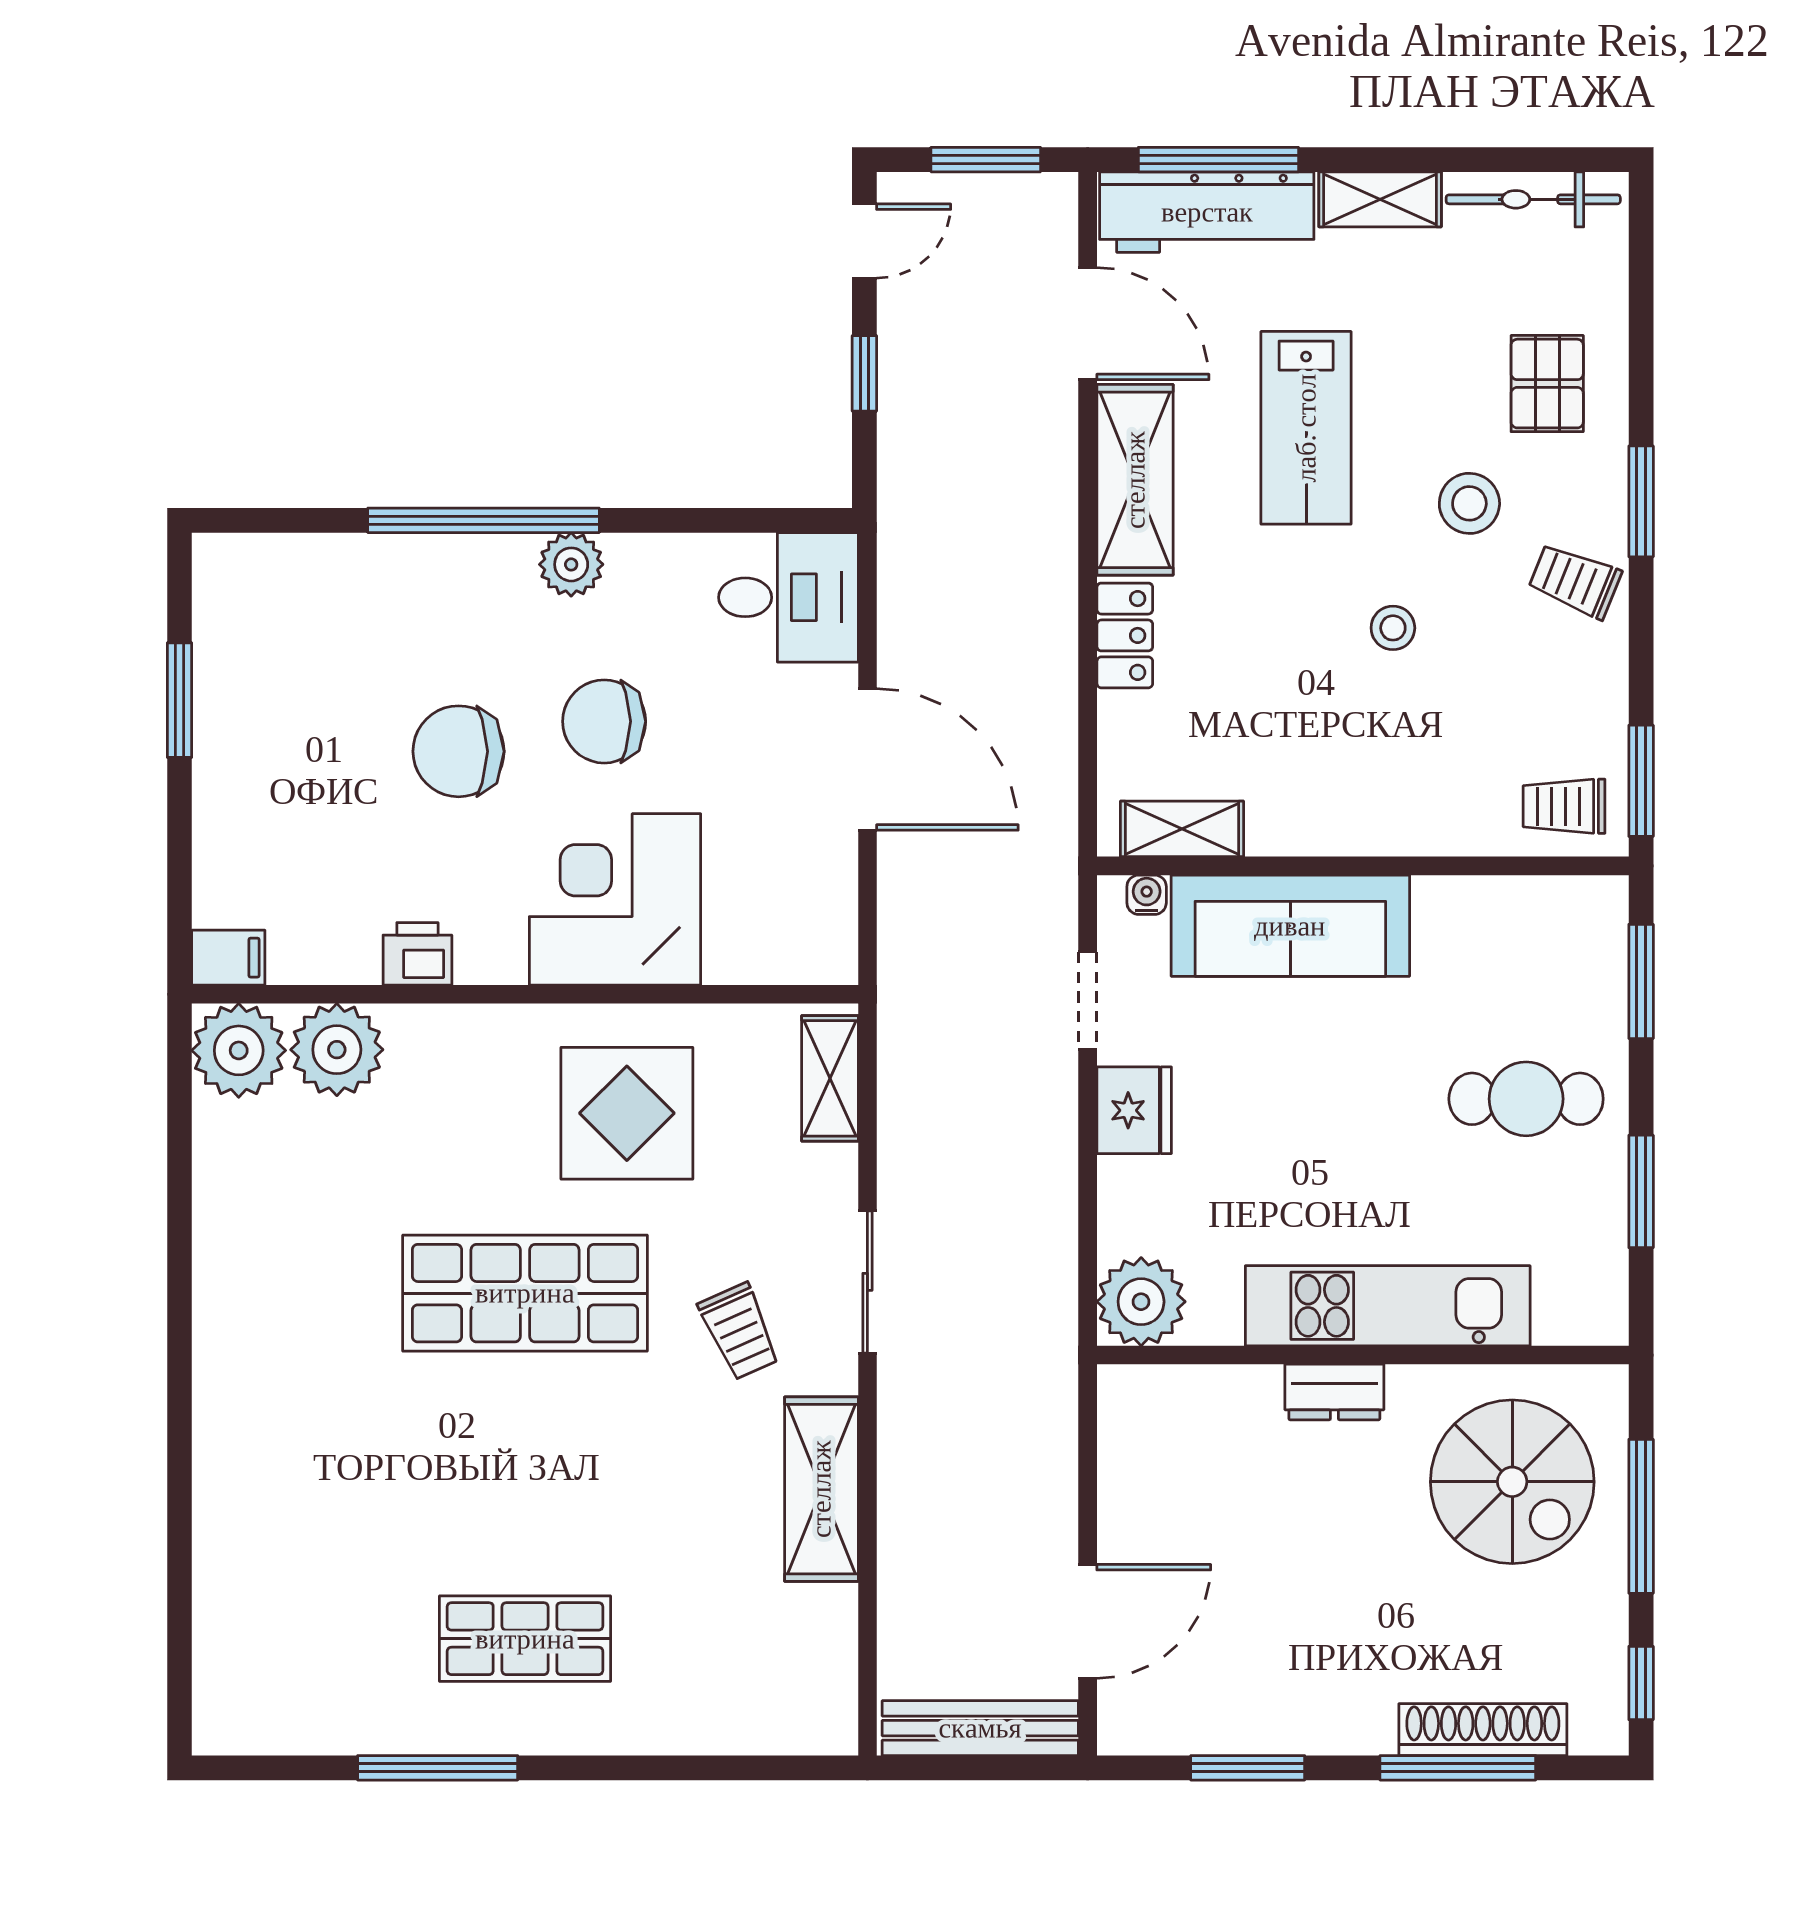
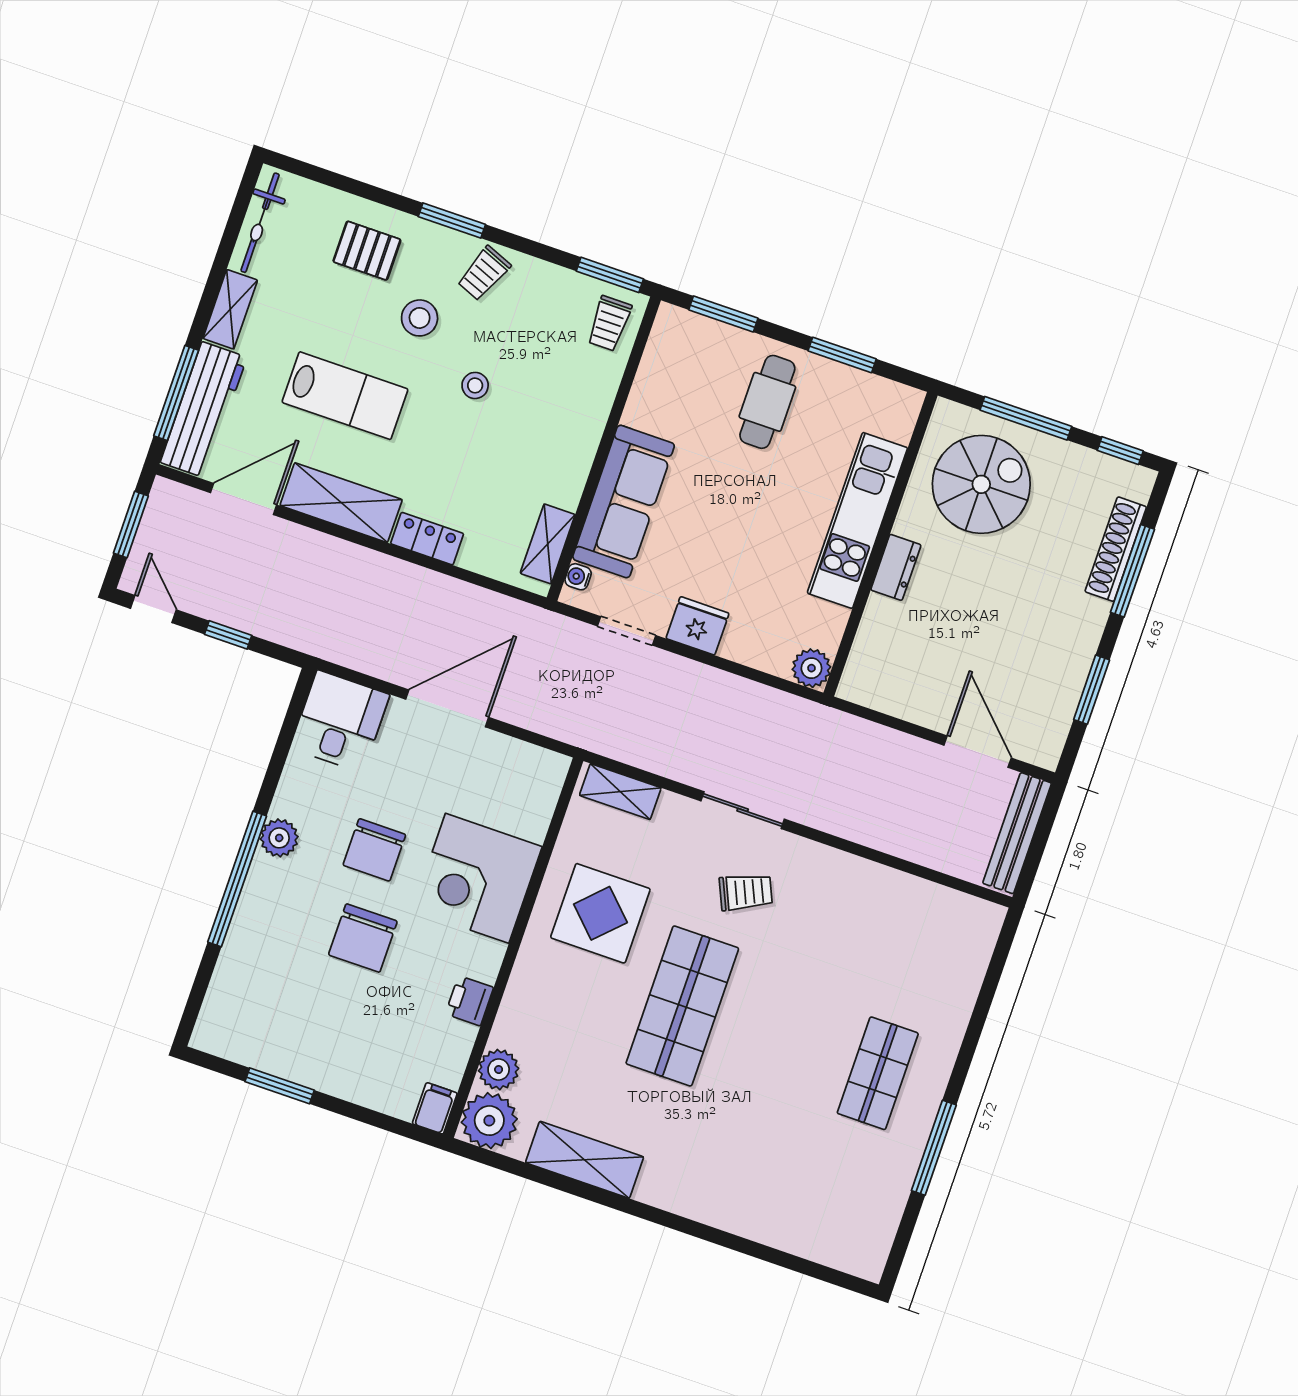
plant: (337, 1050) -> (499, 1070), width x0.73, depth x0.73
plant: (1141, 1302) -> (811, 668), width x0.73, depth x0.73
shelving: (821, 1489) -> (585, 1160), moved

